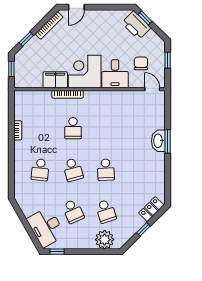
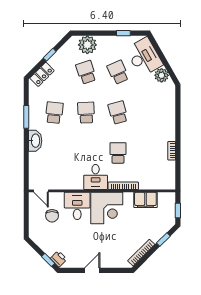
door: (76, 7) -> (92, 270), moved
printer: (136, 25) -> (59, 259), width x0.53, depth x0.68
window: (168, 60) -> (26, 219), removed
filing cabinet: (55, 80) -> (145, 200), moved
desk: (96, 103) -> (96, 177), added
window: (168, 141) -> (26, 117), moved
school desk: (40, 170) -> (54, 113), moved
plant: (28, 208) -> (162, 75), added
window: (57, 252) -> (123, 33), moved

